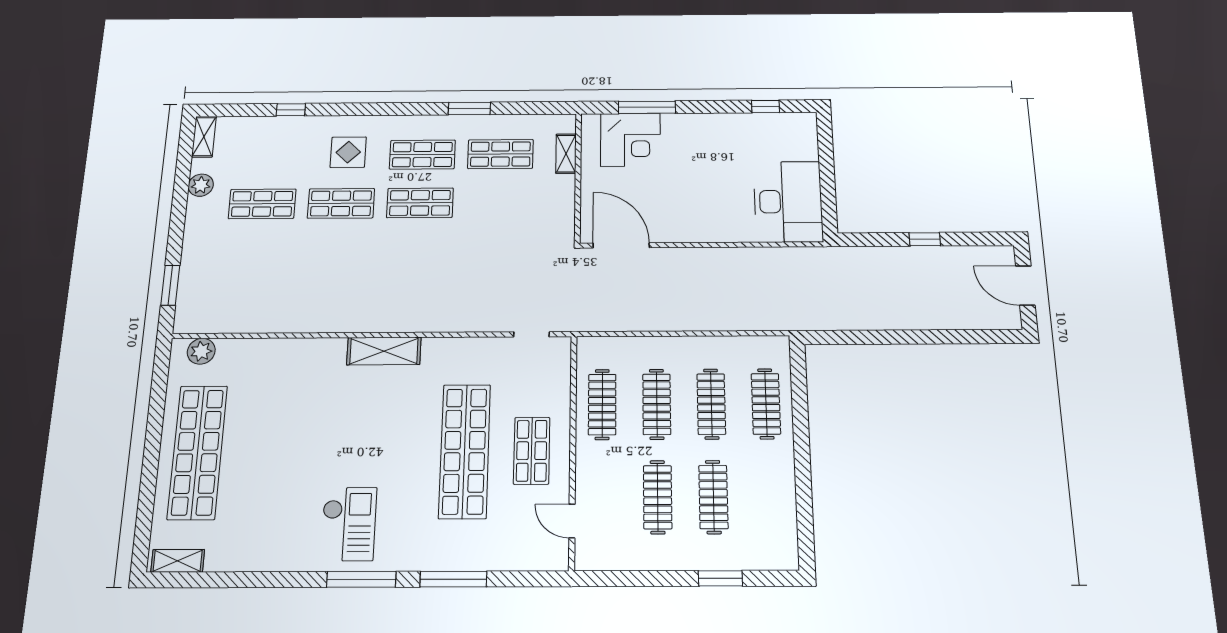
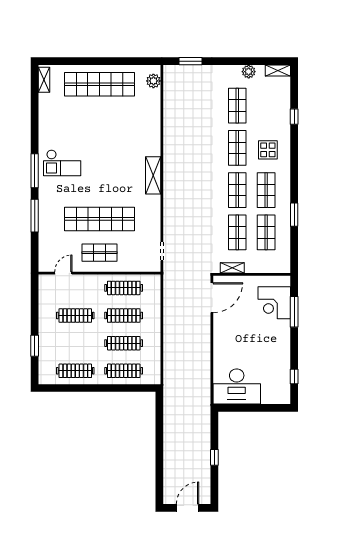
shelving: (566, 154) -> (232, 268), moved
shop shelf: (499, 202) -> (237, 232), added
clothes rail: (713, 497) -> (75, 371), moved

